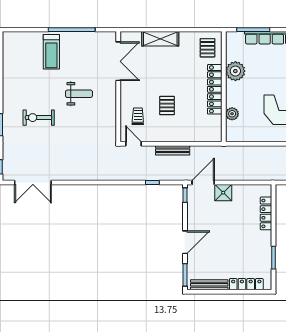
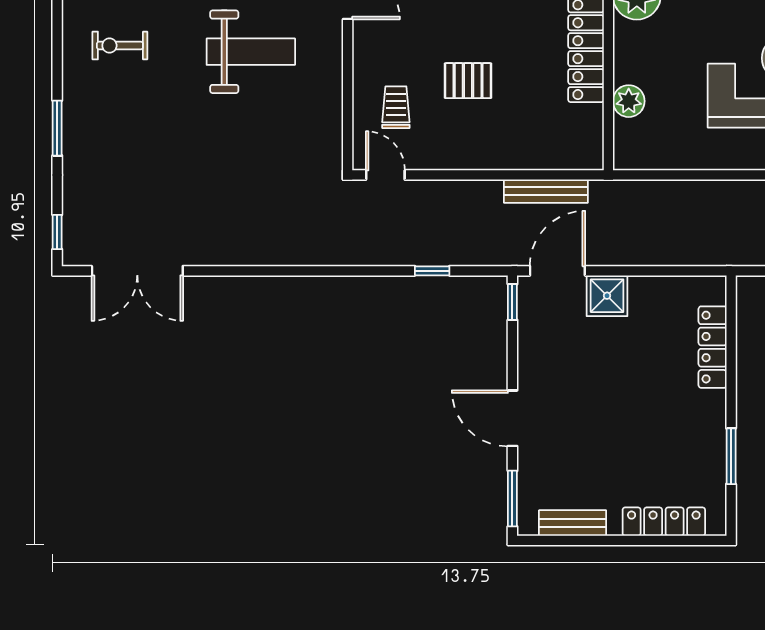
weight bench: (79, 94) -> (251, 52), width x1.36, depth x1.33
pallet: (167, 106) -> (468, 81), turned 90
exercise bike: (39, 118) -> (120, 46), moved, width x0.73, depth x0.72
bench: (173, 150) -> (546, 191), moved
door: (185, 242) -> (512, 418), swing flipped
bench: (209, 285) -> (573, 523), width x0.73

